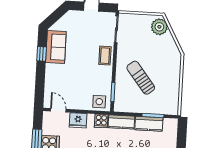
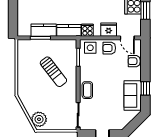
armchair: (52, 84) -> (134, 61), added
armchair: (79, 100) -> (109, 48), added

